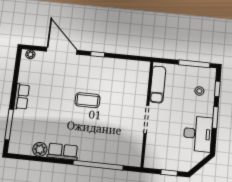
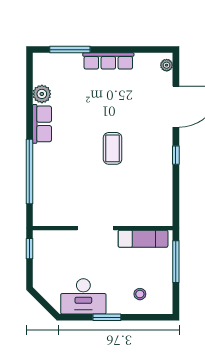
window: (194, 64) -> (176, 262), moved
window: (217, 89) -> (145, 317), removed
row of seats: (22, 97) -> (108, 61), width x1.48
window: (169, 173) -> (29, 249), moved

